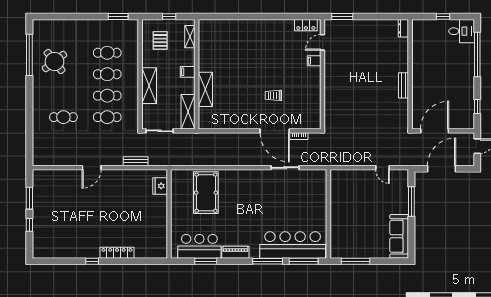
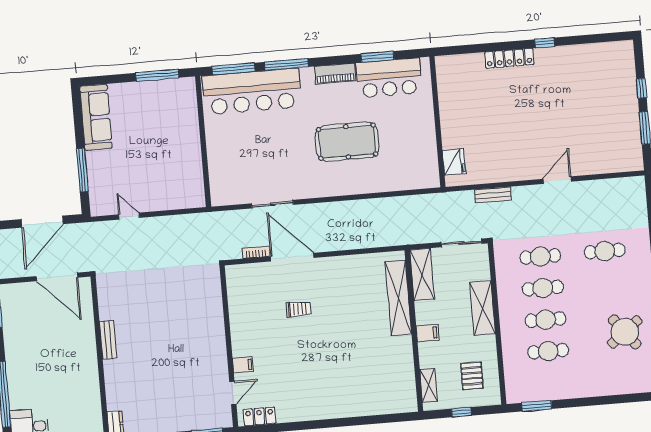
shelving: (205, 89) -> (398, 298), width x1.47
door: (435, 131) -> (57, 277), hinge flipped
pool table: (206, 193) -> (347, 142), moved, turned 90

